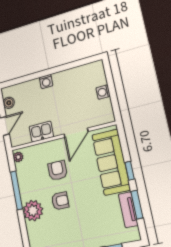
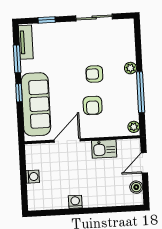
washing machine: (46, 82) -> (75, 202), moved
tv unit: (128, 210) -> (26, 42), moved
plant: (33, 211) -> (130, 68), width x0.53, depth x0.53

